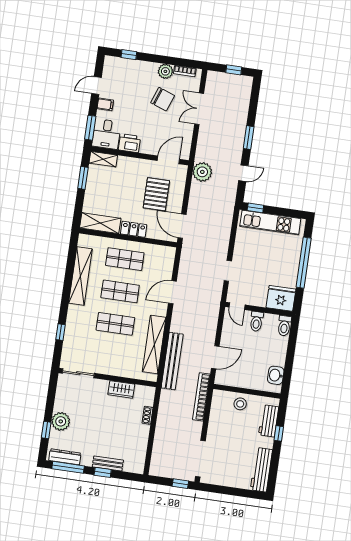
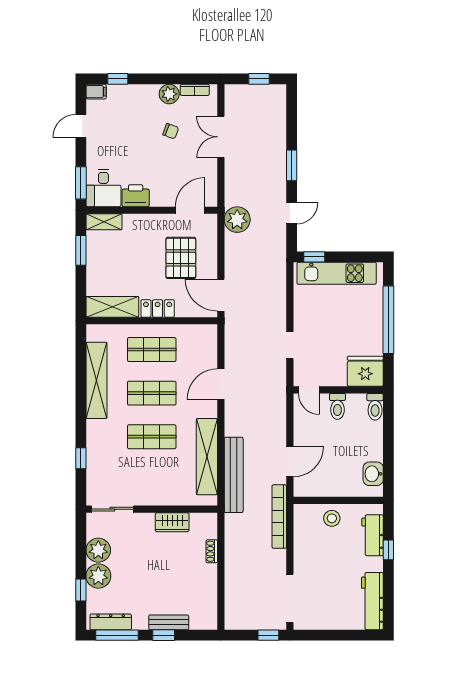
chair: (163, 99) -> (171, 131), width x0.54, depth x0.54
filing cabinet: (105, 104) -> (96, 92), moved
plant: (63, 402) -> (98, 550), added

